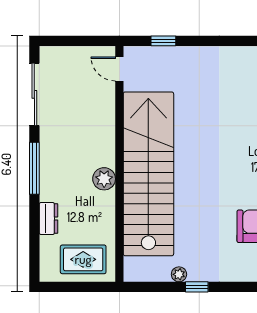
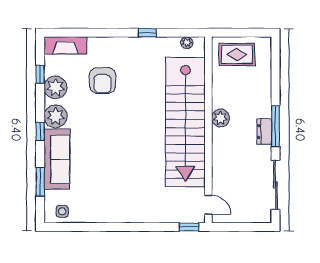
window: (163, 41) -> (189, 227), moved
dresser: (48, 218) -> (264, 132), moved
plant: (179, 274) -> (187, 43), moved

